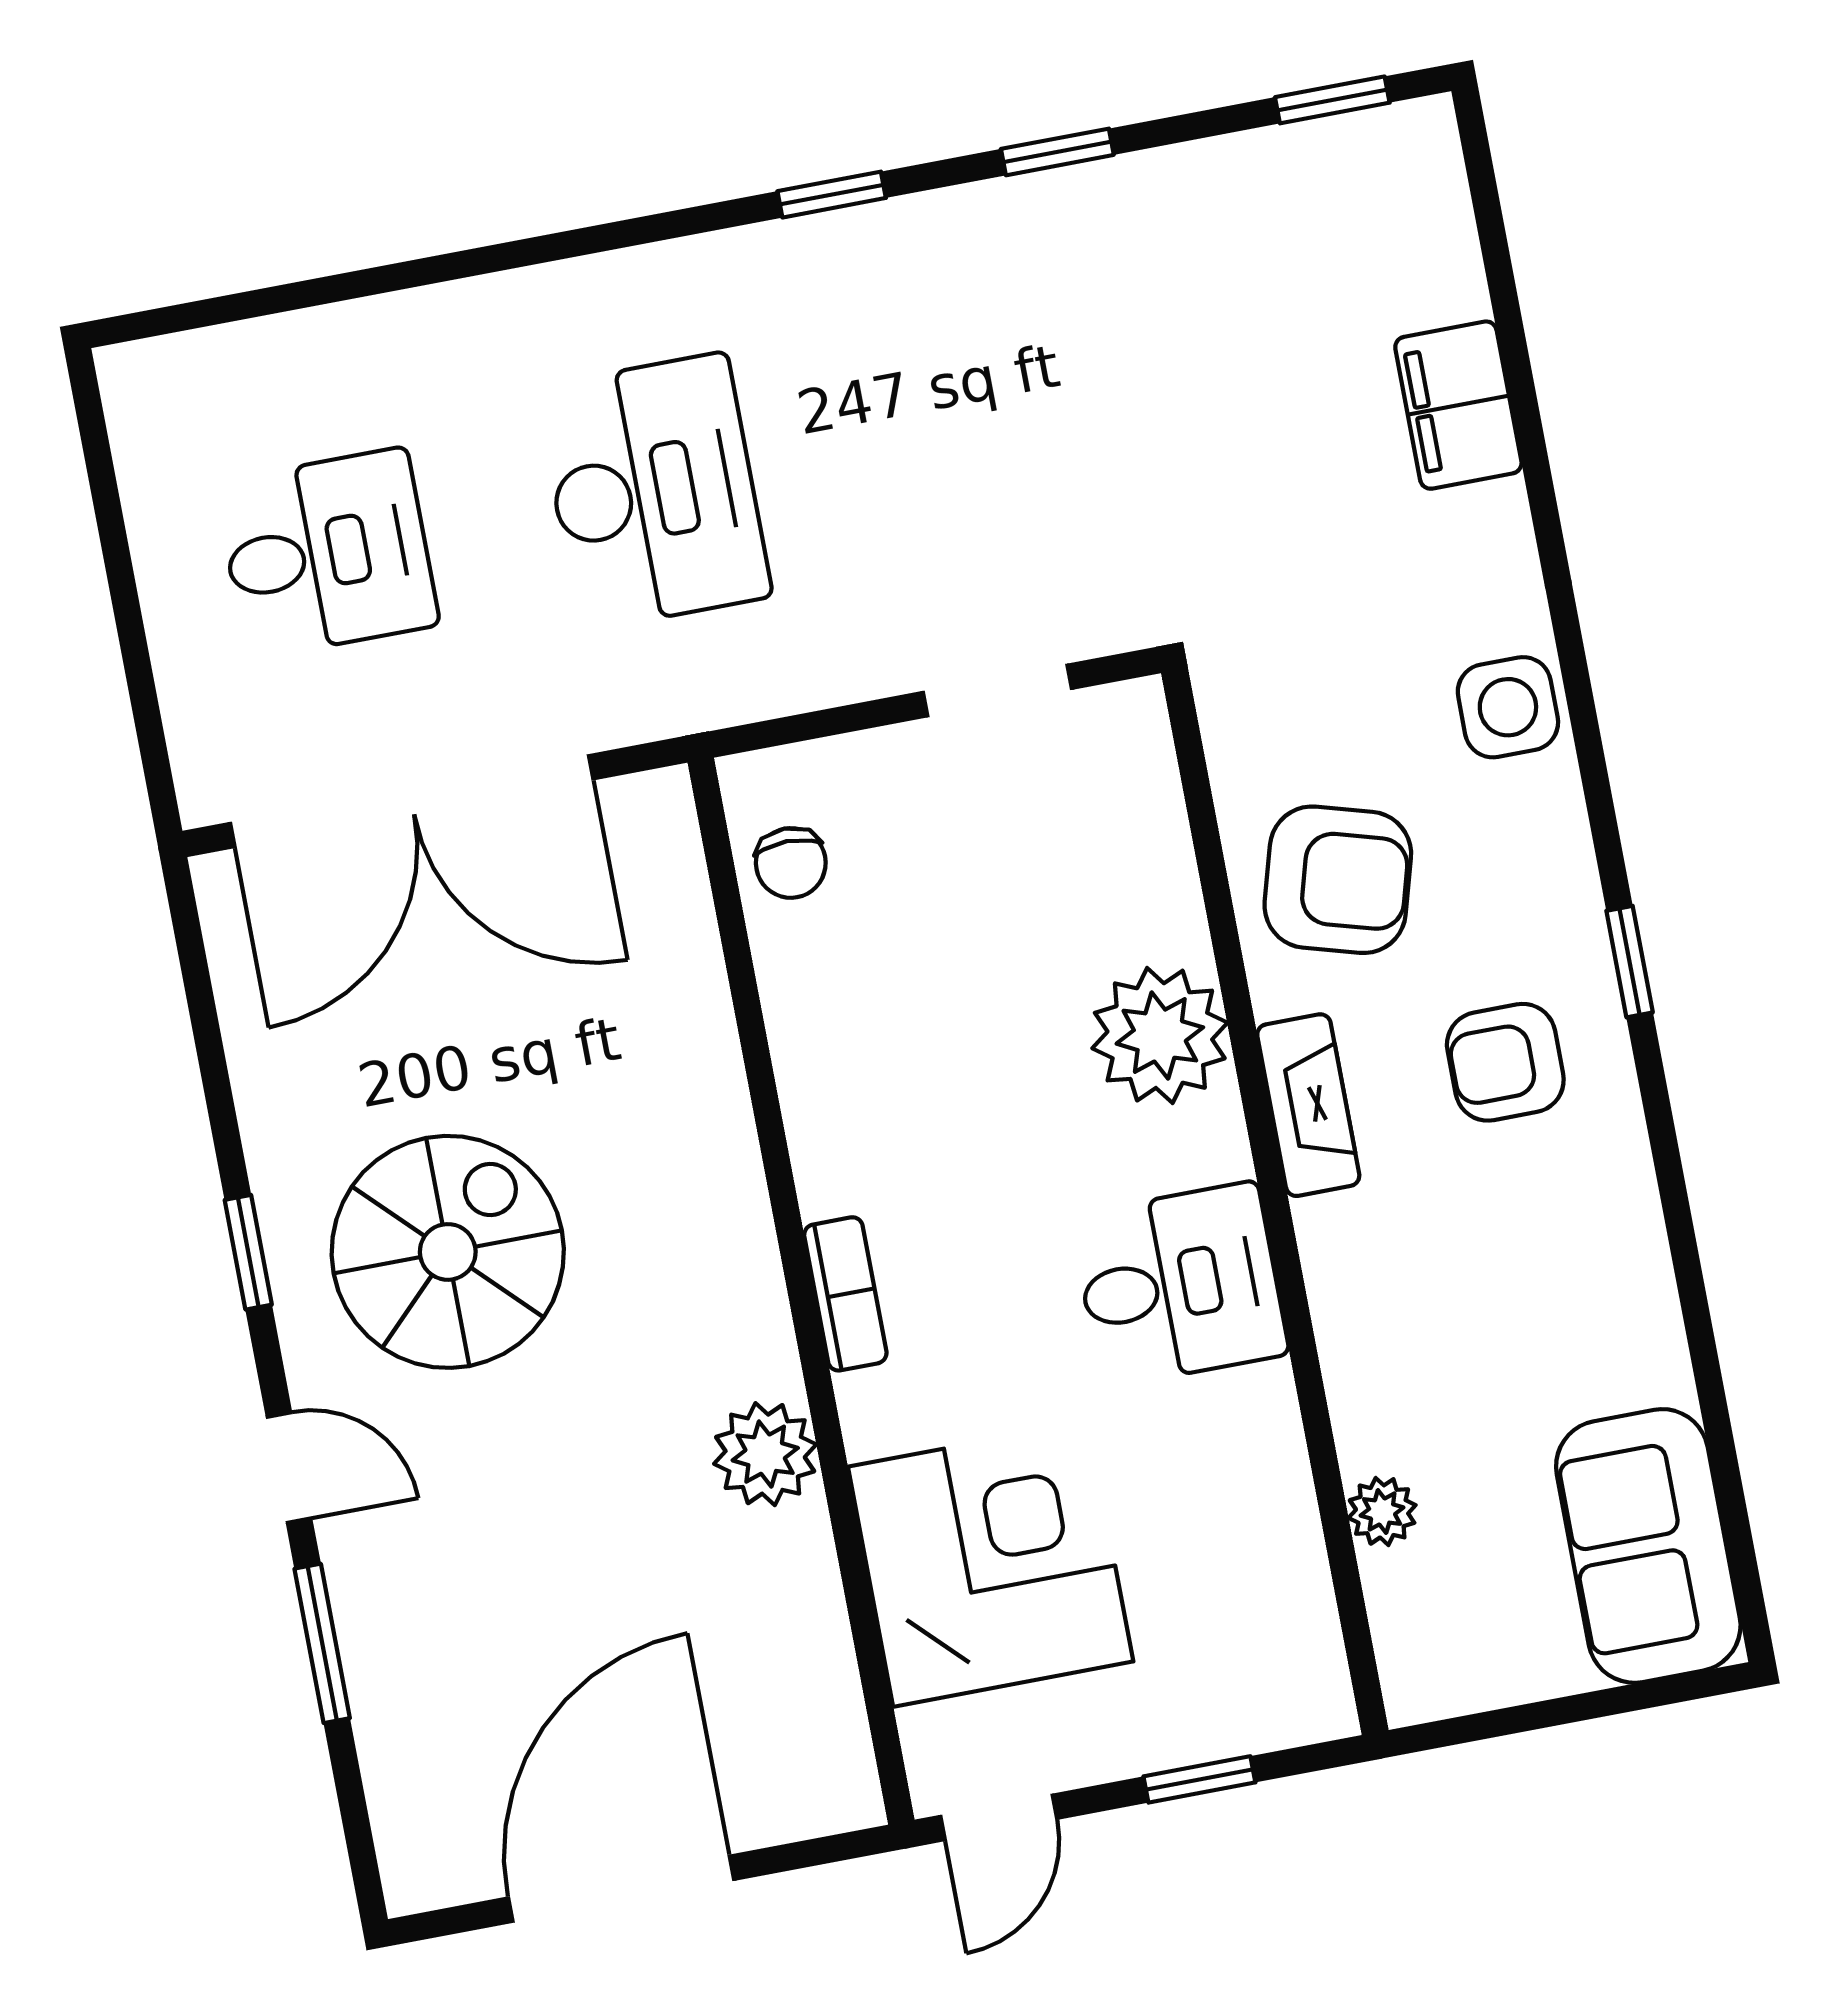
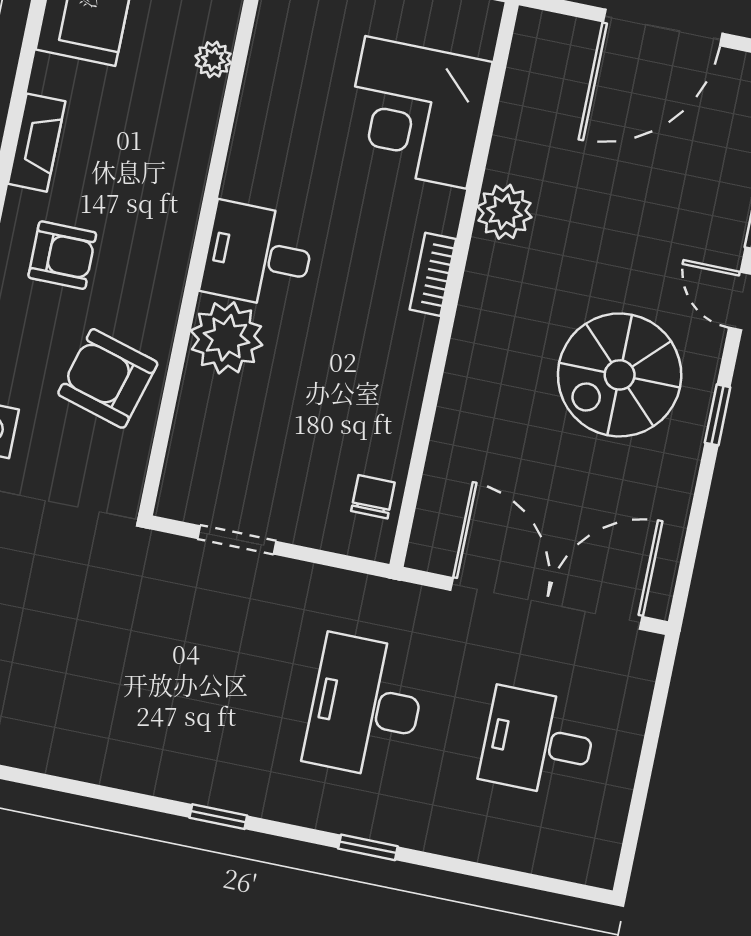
window: (1057, 152) -> (368, 847), moved
fireplace: (1308, 1105) -> (37, 143), moved, turned 180
desk: (1180, 1285) -> (258, 255), moved

